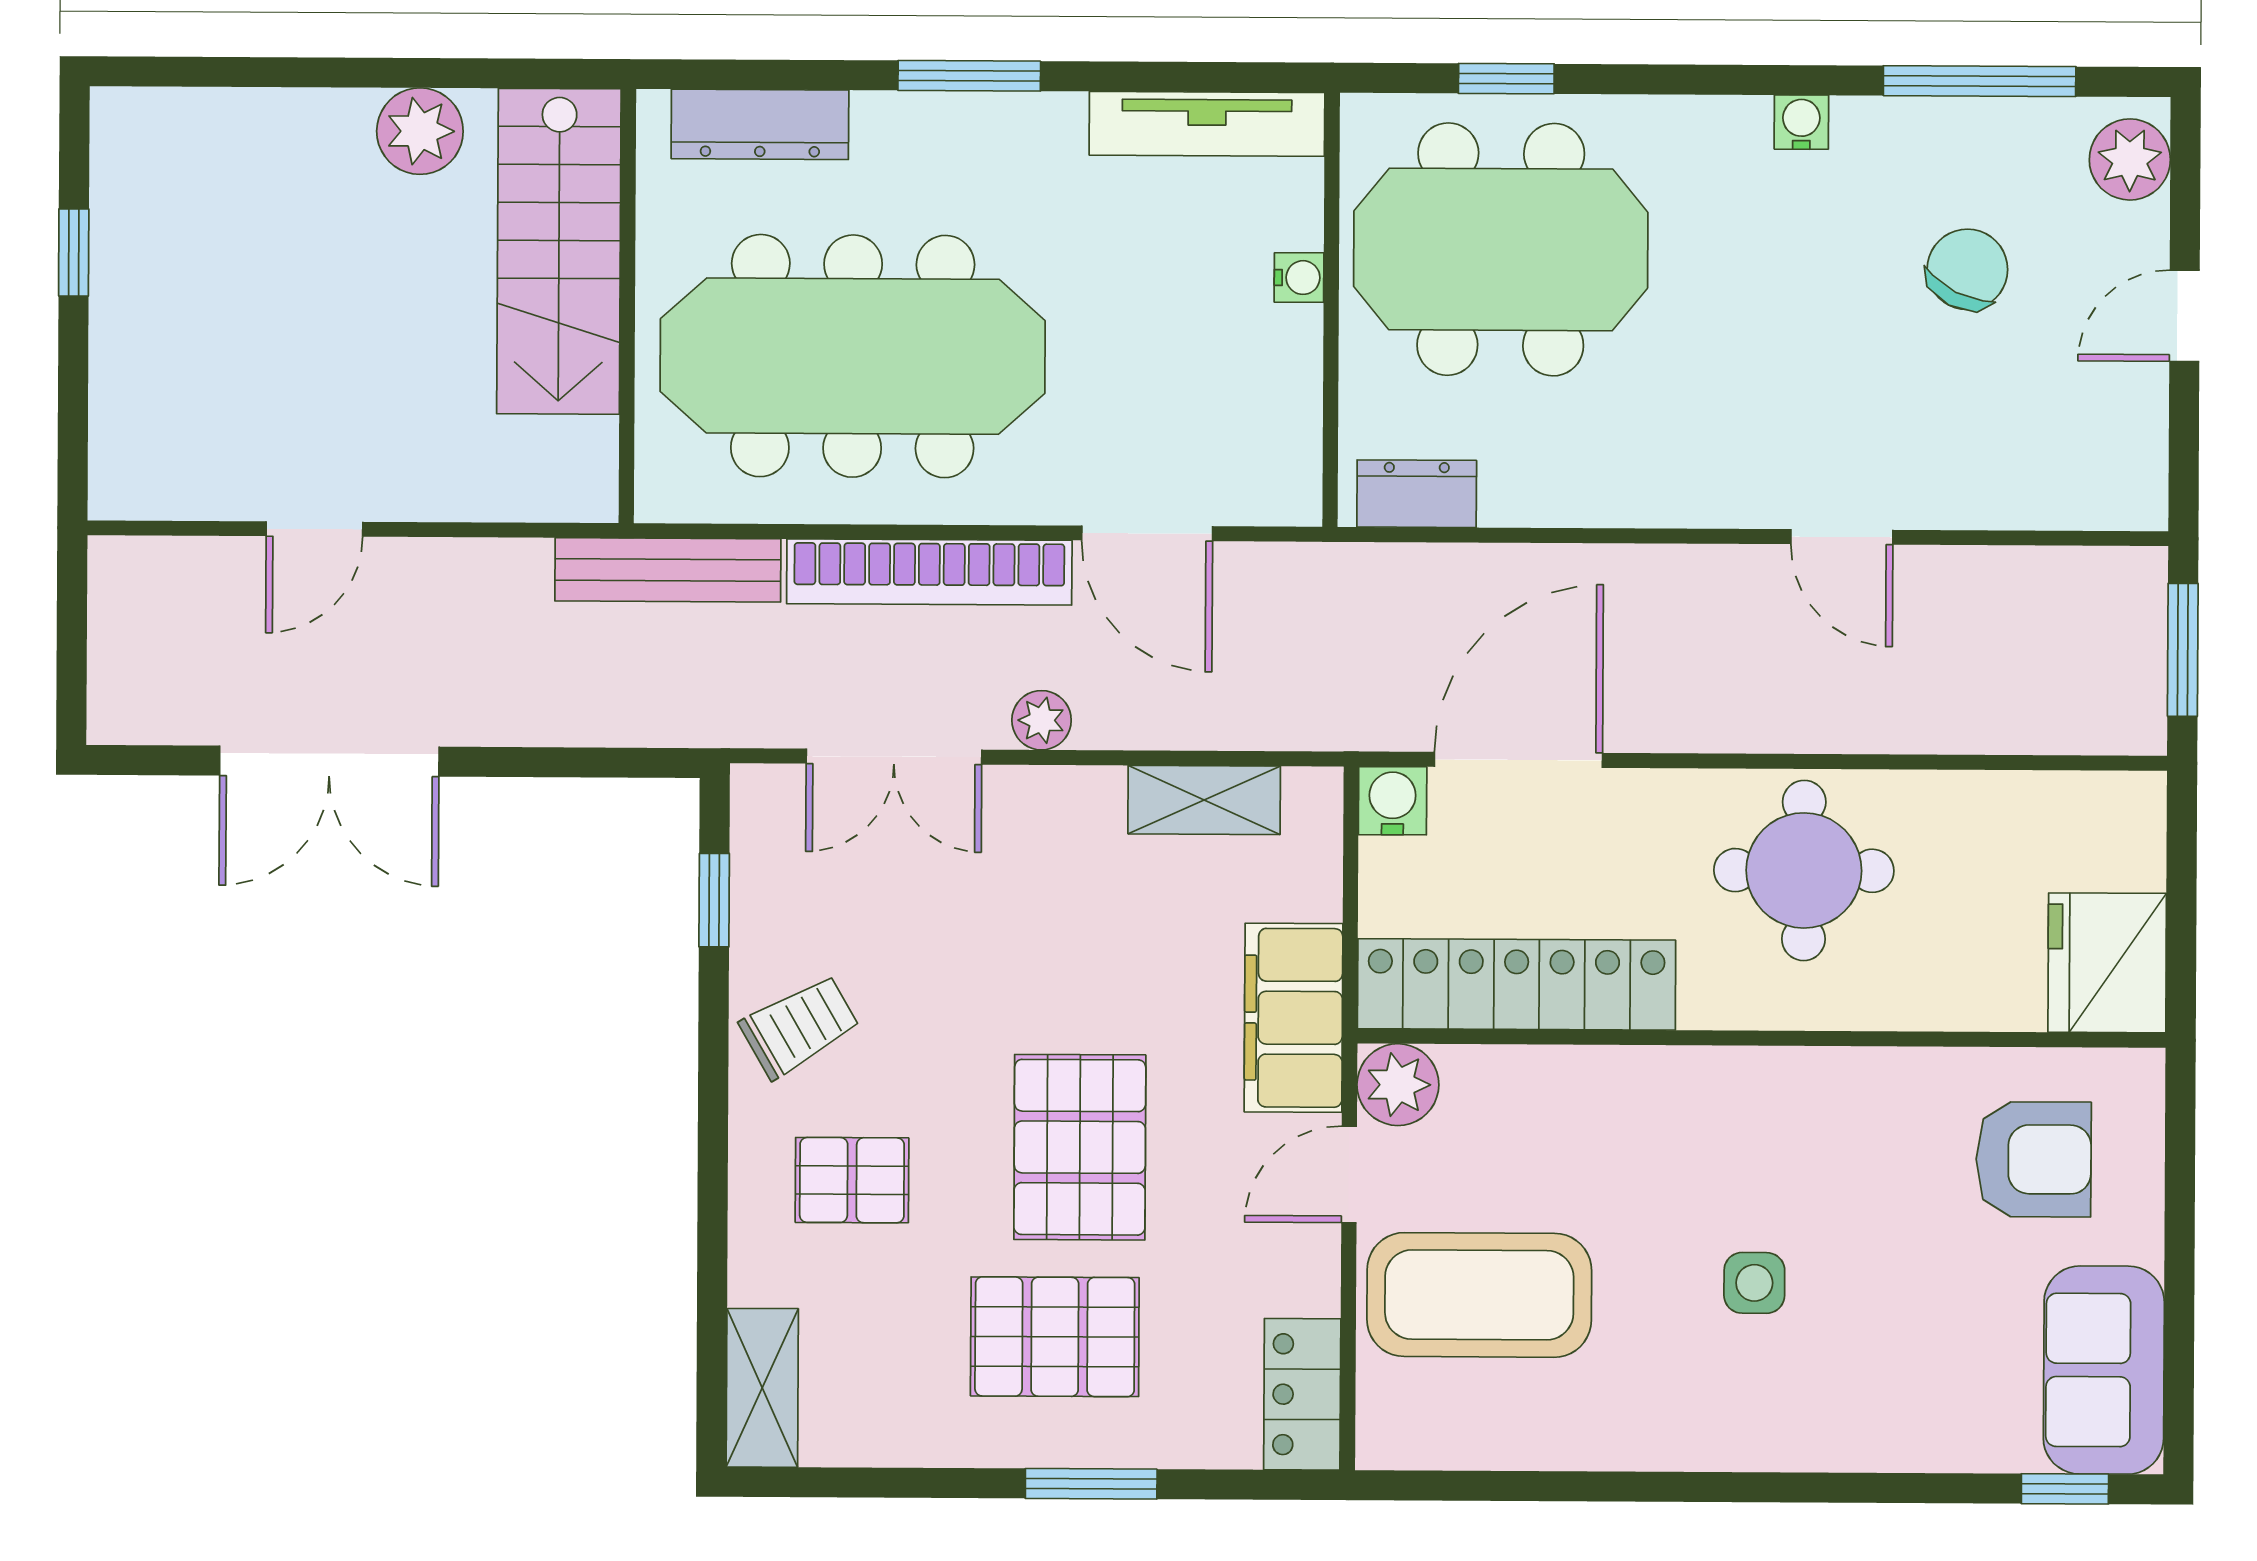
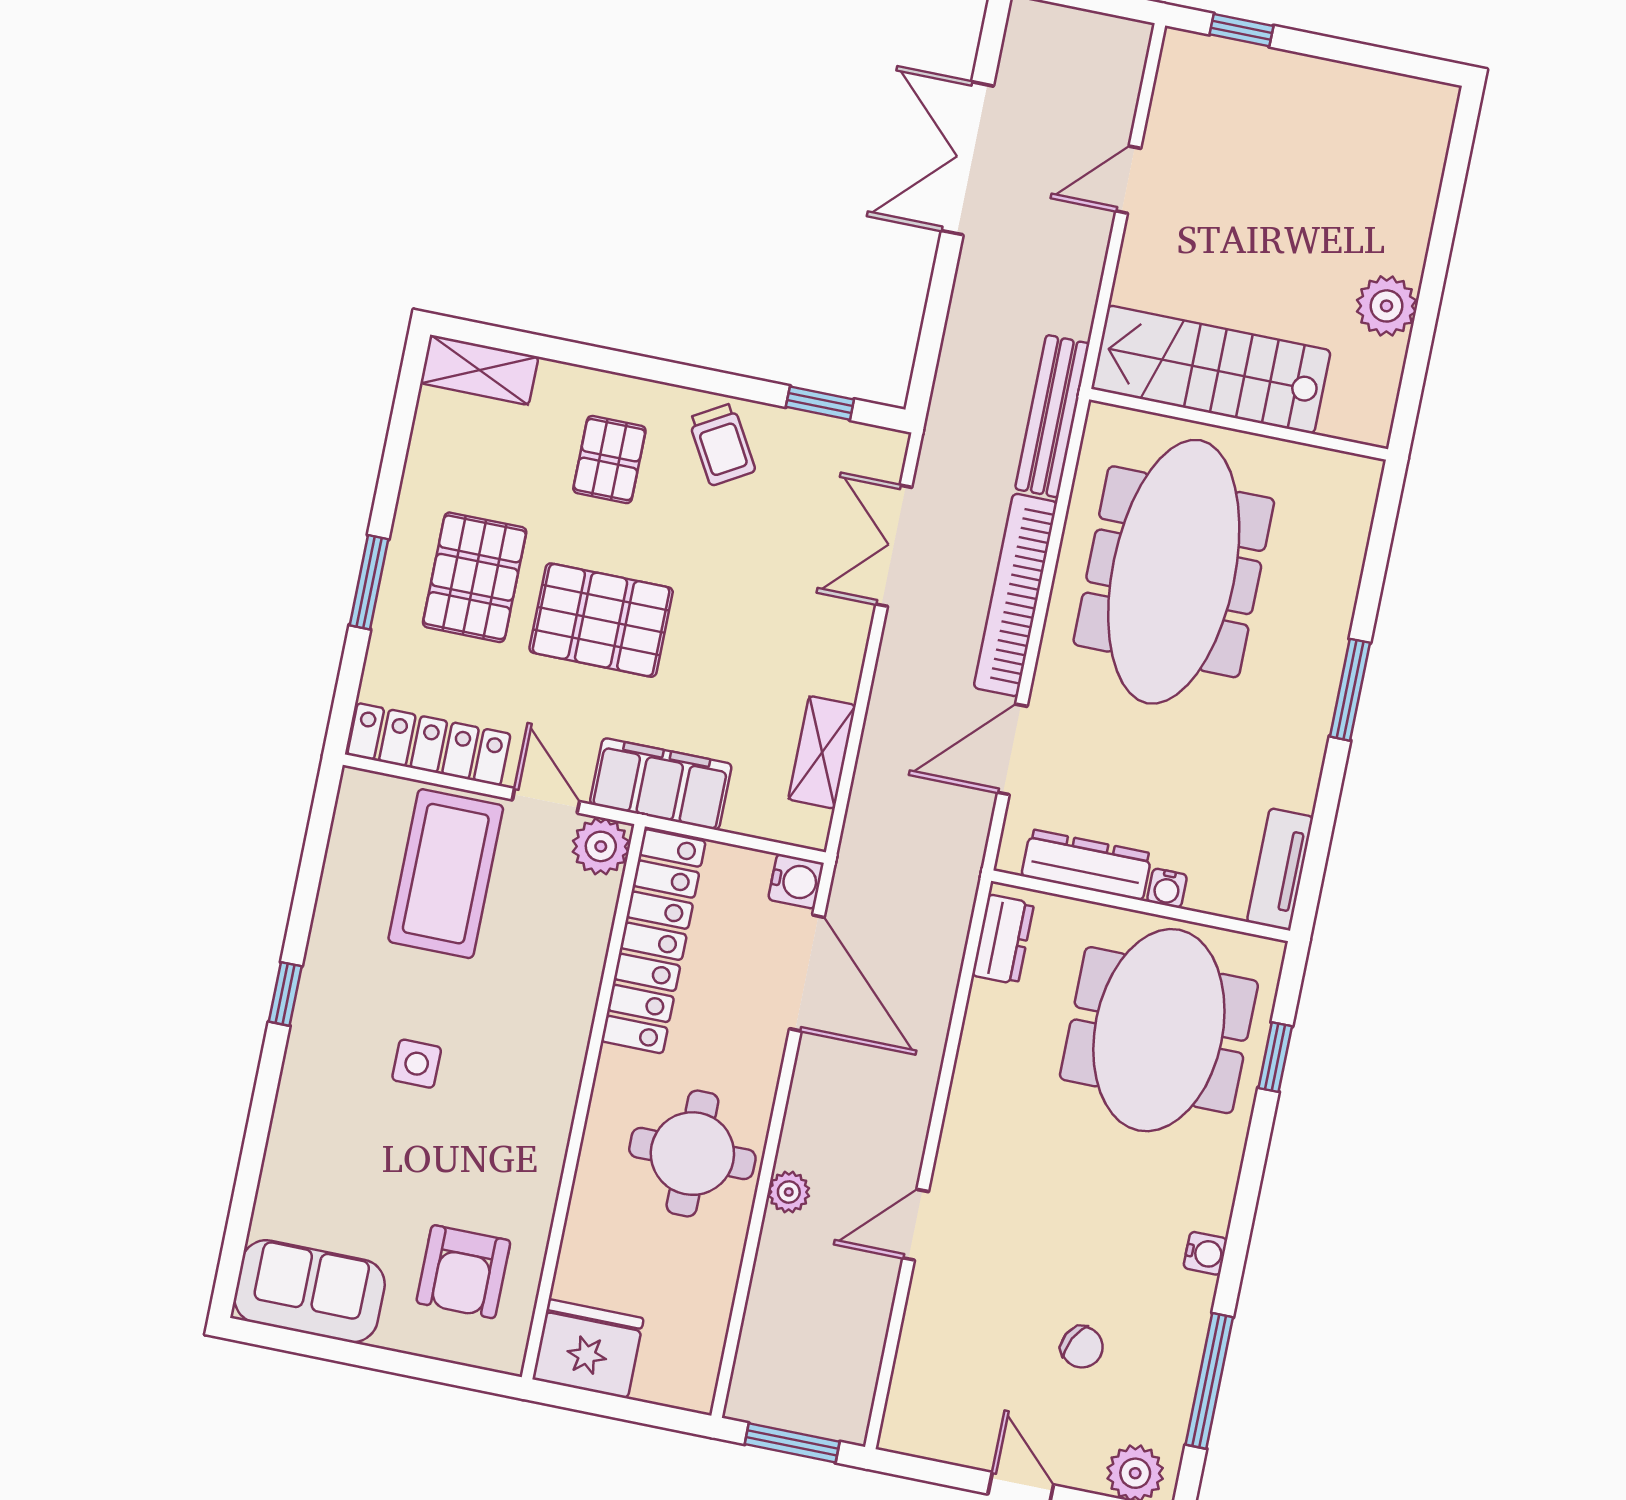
dresser: (760, 124) -> (1087, 865), moved, turned 90
tv unit: (1207, 124) -> (1280, 869), width x0.71
stairs: (559, 251) -> (1211, 370), moved
window: (74, 252) -> (1241, 30), moved
chair: (1967, 269) -> (1082, 1347), width x0.73, depth x0.73
door: (314, 529) -> (1128, 180), hinge flipped
plant: (1042, 720) -> (789, 1192), moved
locker: (1302, 1394) -> (429, 744), width x1.53
window: (2065, 1489) -> (285, 994), moved

